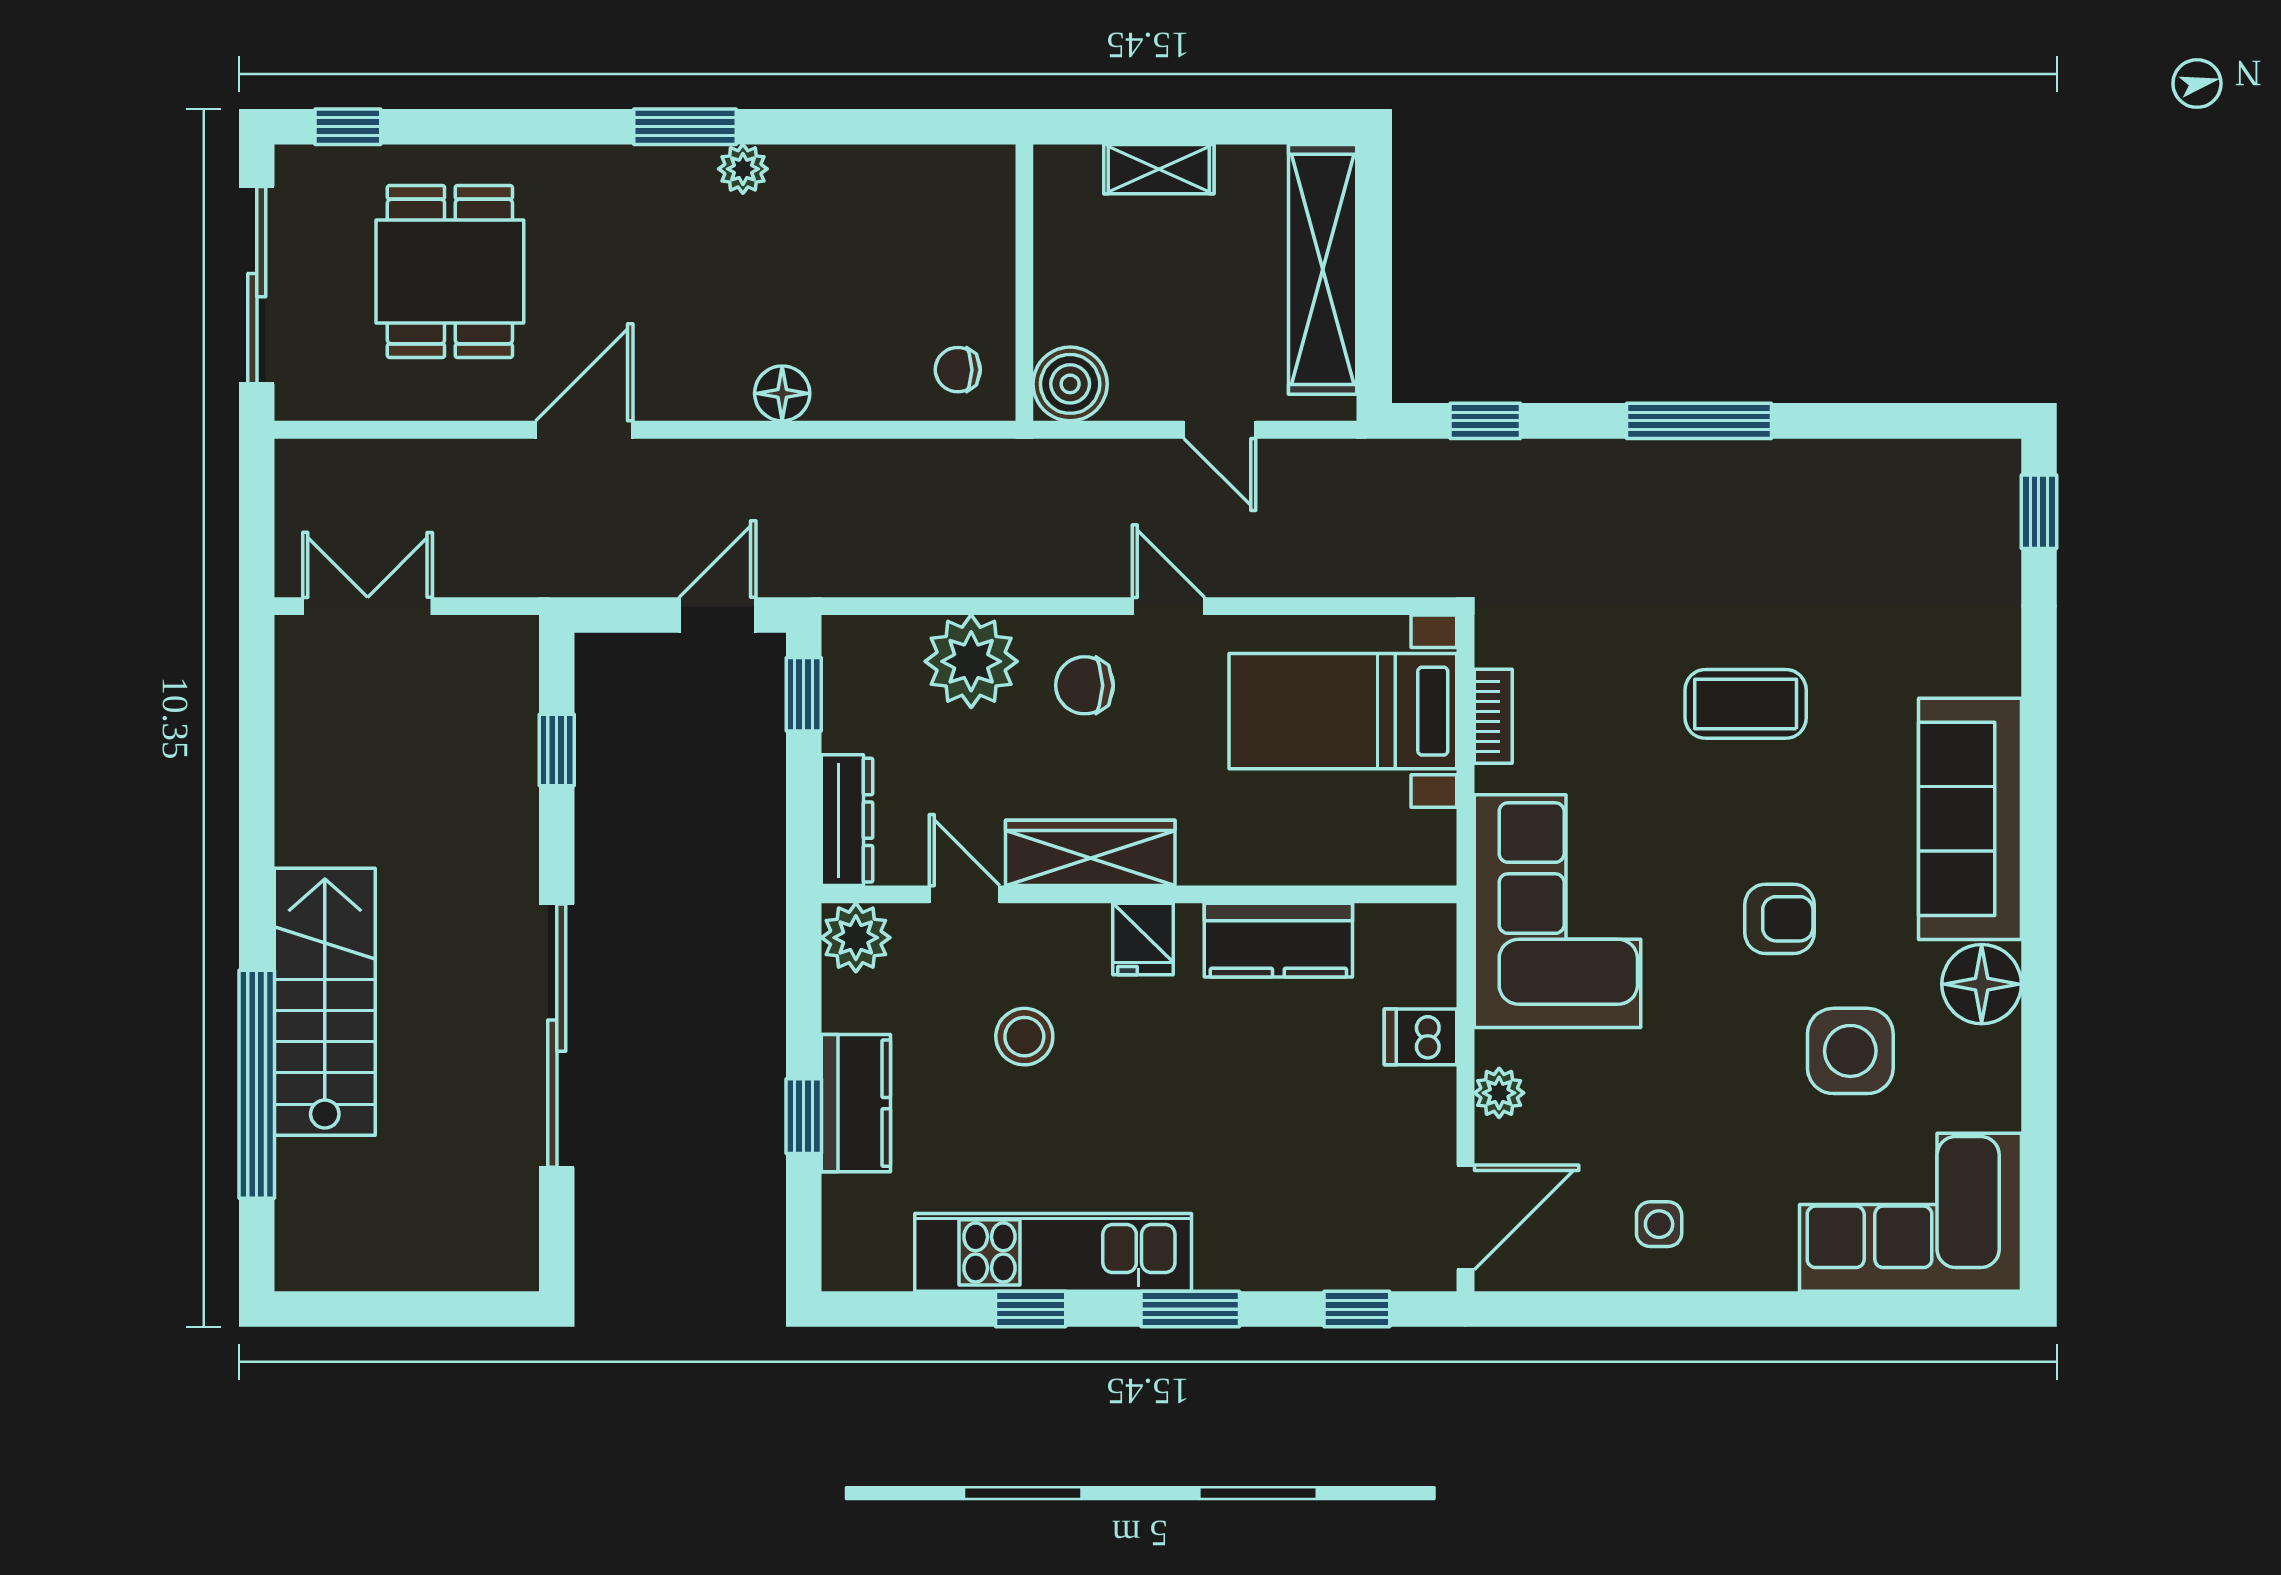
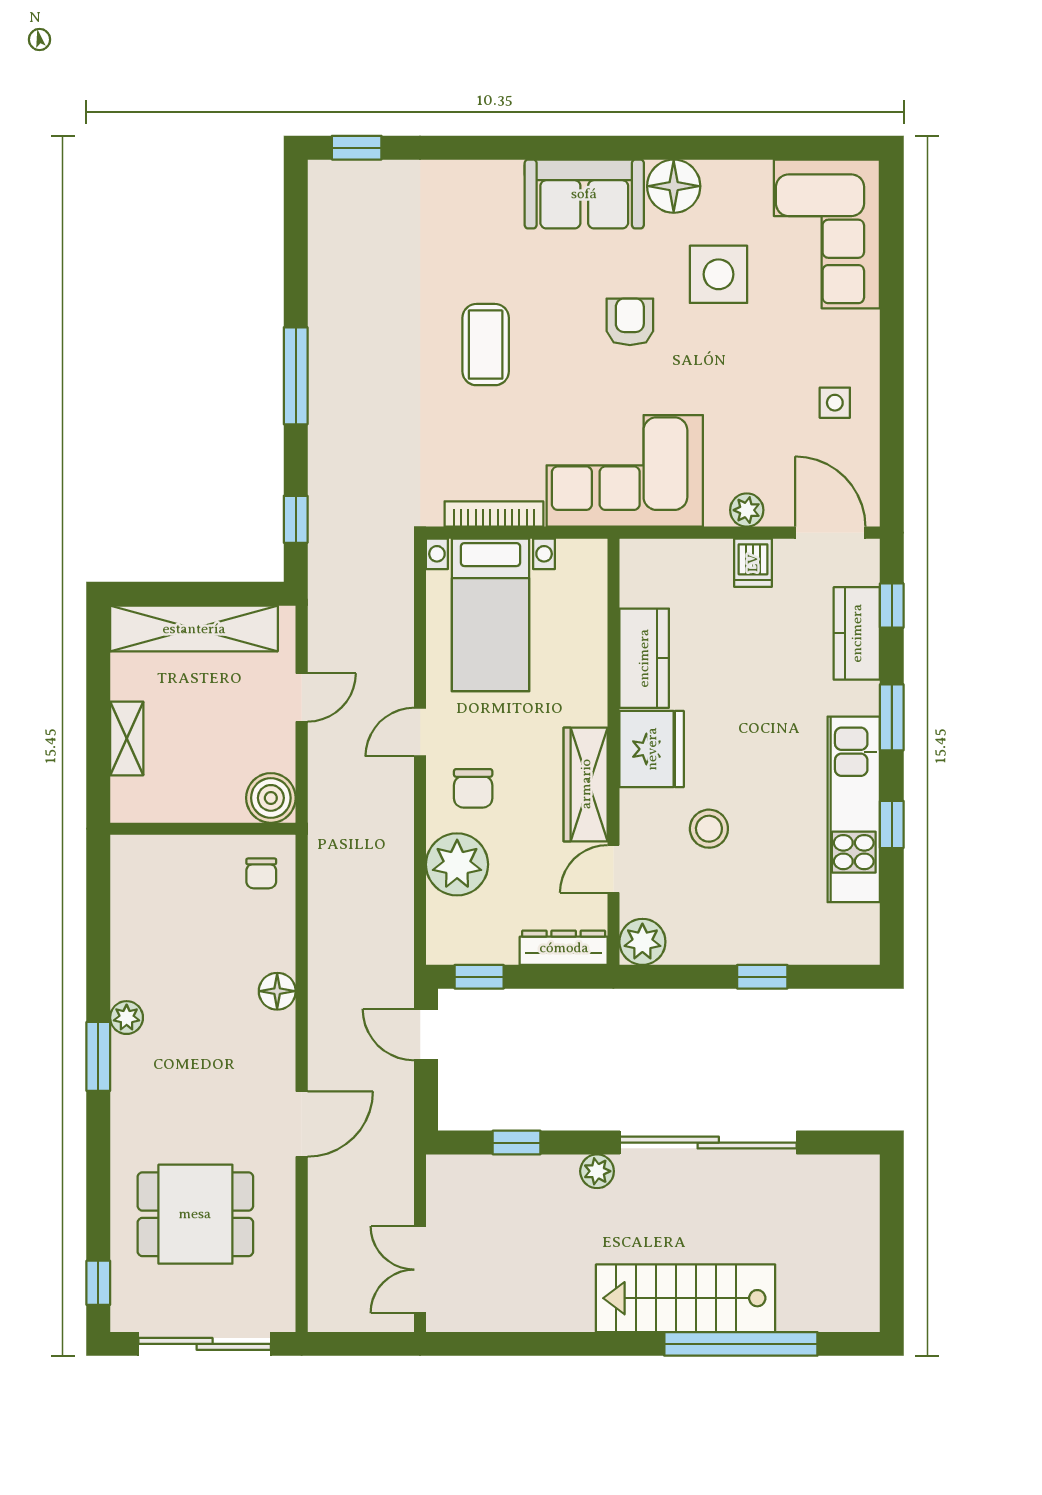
door: (584, 430) -> (302, 1124), swing flipped
bookcase: (1493, 716) -> (494, 514), width x1.56
sofa: (1970, 819) -> (584, 194), width x0.73
plant: (514, 870) -> (597, 1171), added
fridge: (1143, 939) -> (652, 749), width x1.88, depth x1.34
dishwasher: (1421, 1037) -> (753, 563), moved
kitchen counter: (856, 1103) -> (857, 633), moved, turned -90

